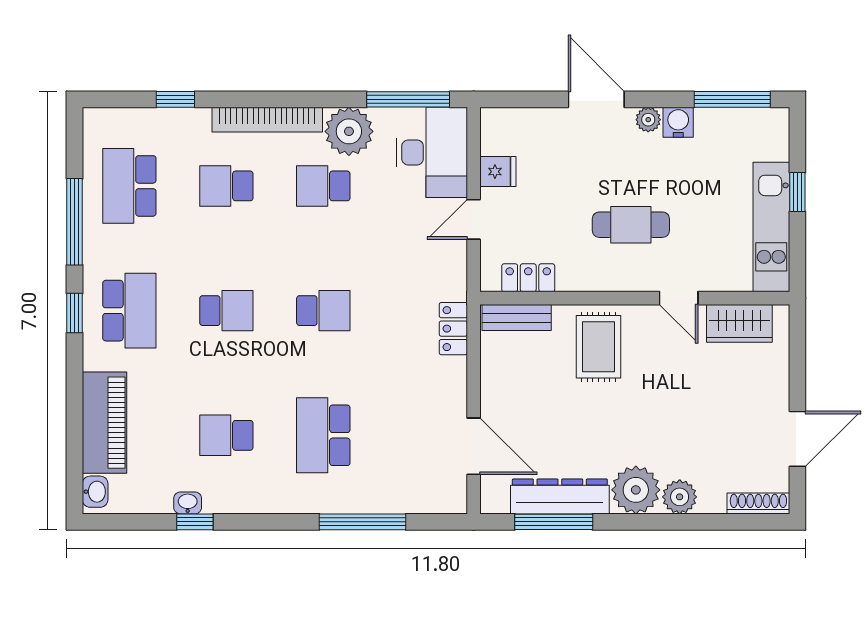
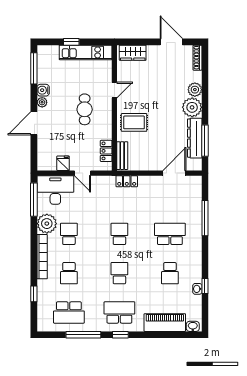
school desk: (323, 186) -> (69, 234), turned 180
wardrobe: (739, 323) -> (133, 53), moved, turned 90
school desk: (323, 435) -> (170, 234), turned 180

